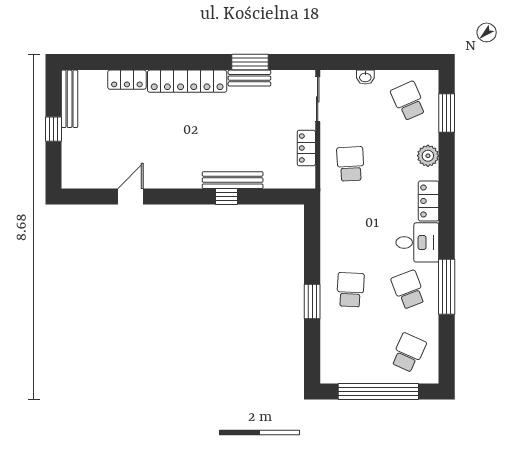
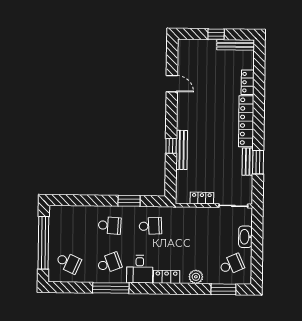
washbasin: (365, 77) -> (245, 237), width x1.91, depth x1.45
school desk: (350, 164) -> (150, 226), moved
window: (312, 302) -> (129, 201), moved

